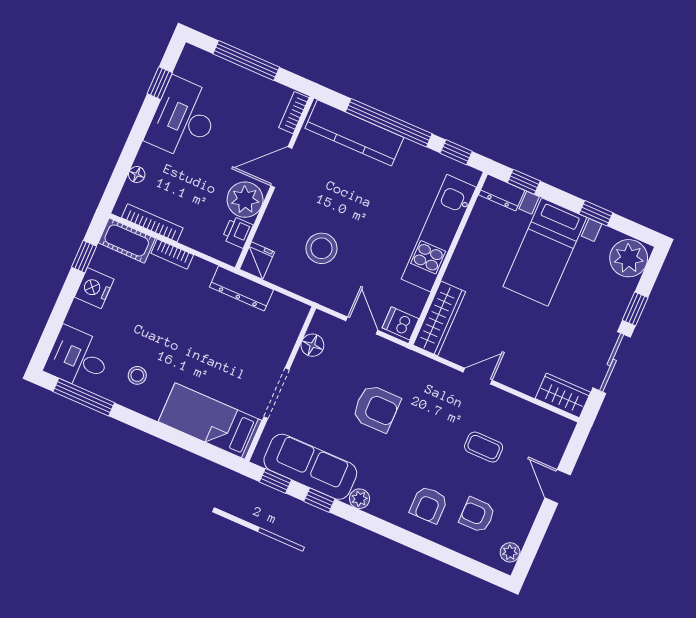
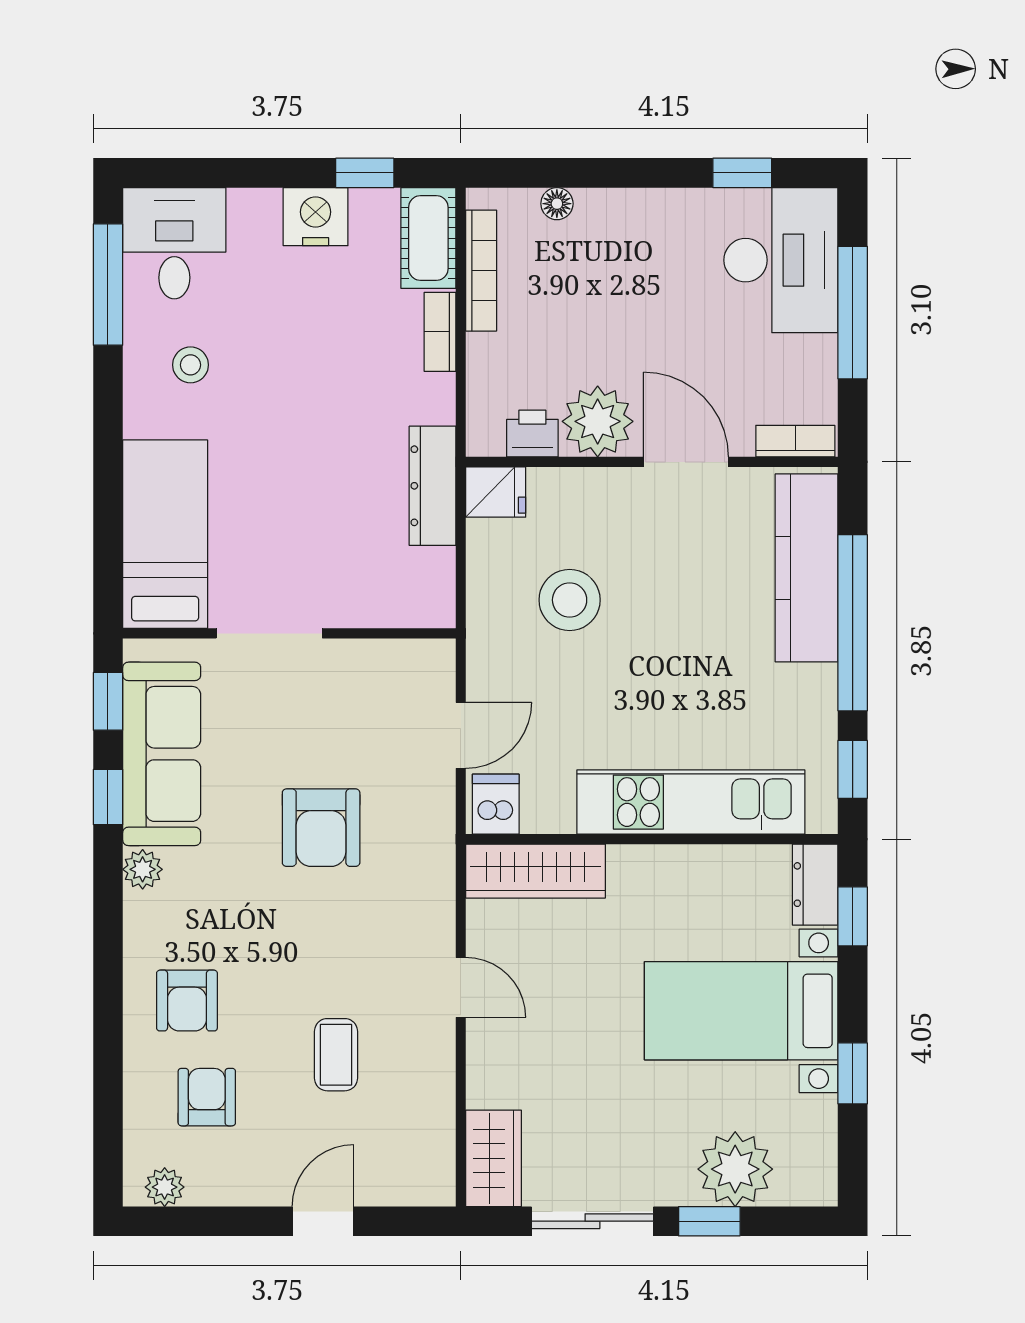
desk: (183, 119) -> (781, 260), moved, turned 90
plant: (629, 258) -> (735, 1169), moved
floor lamp: (312, 345) -> (385, 661), removed
armchair: (429, 505) -> (187, 1001), turned -90

